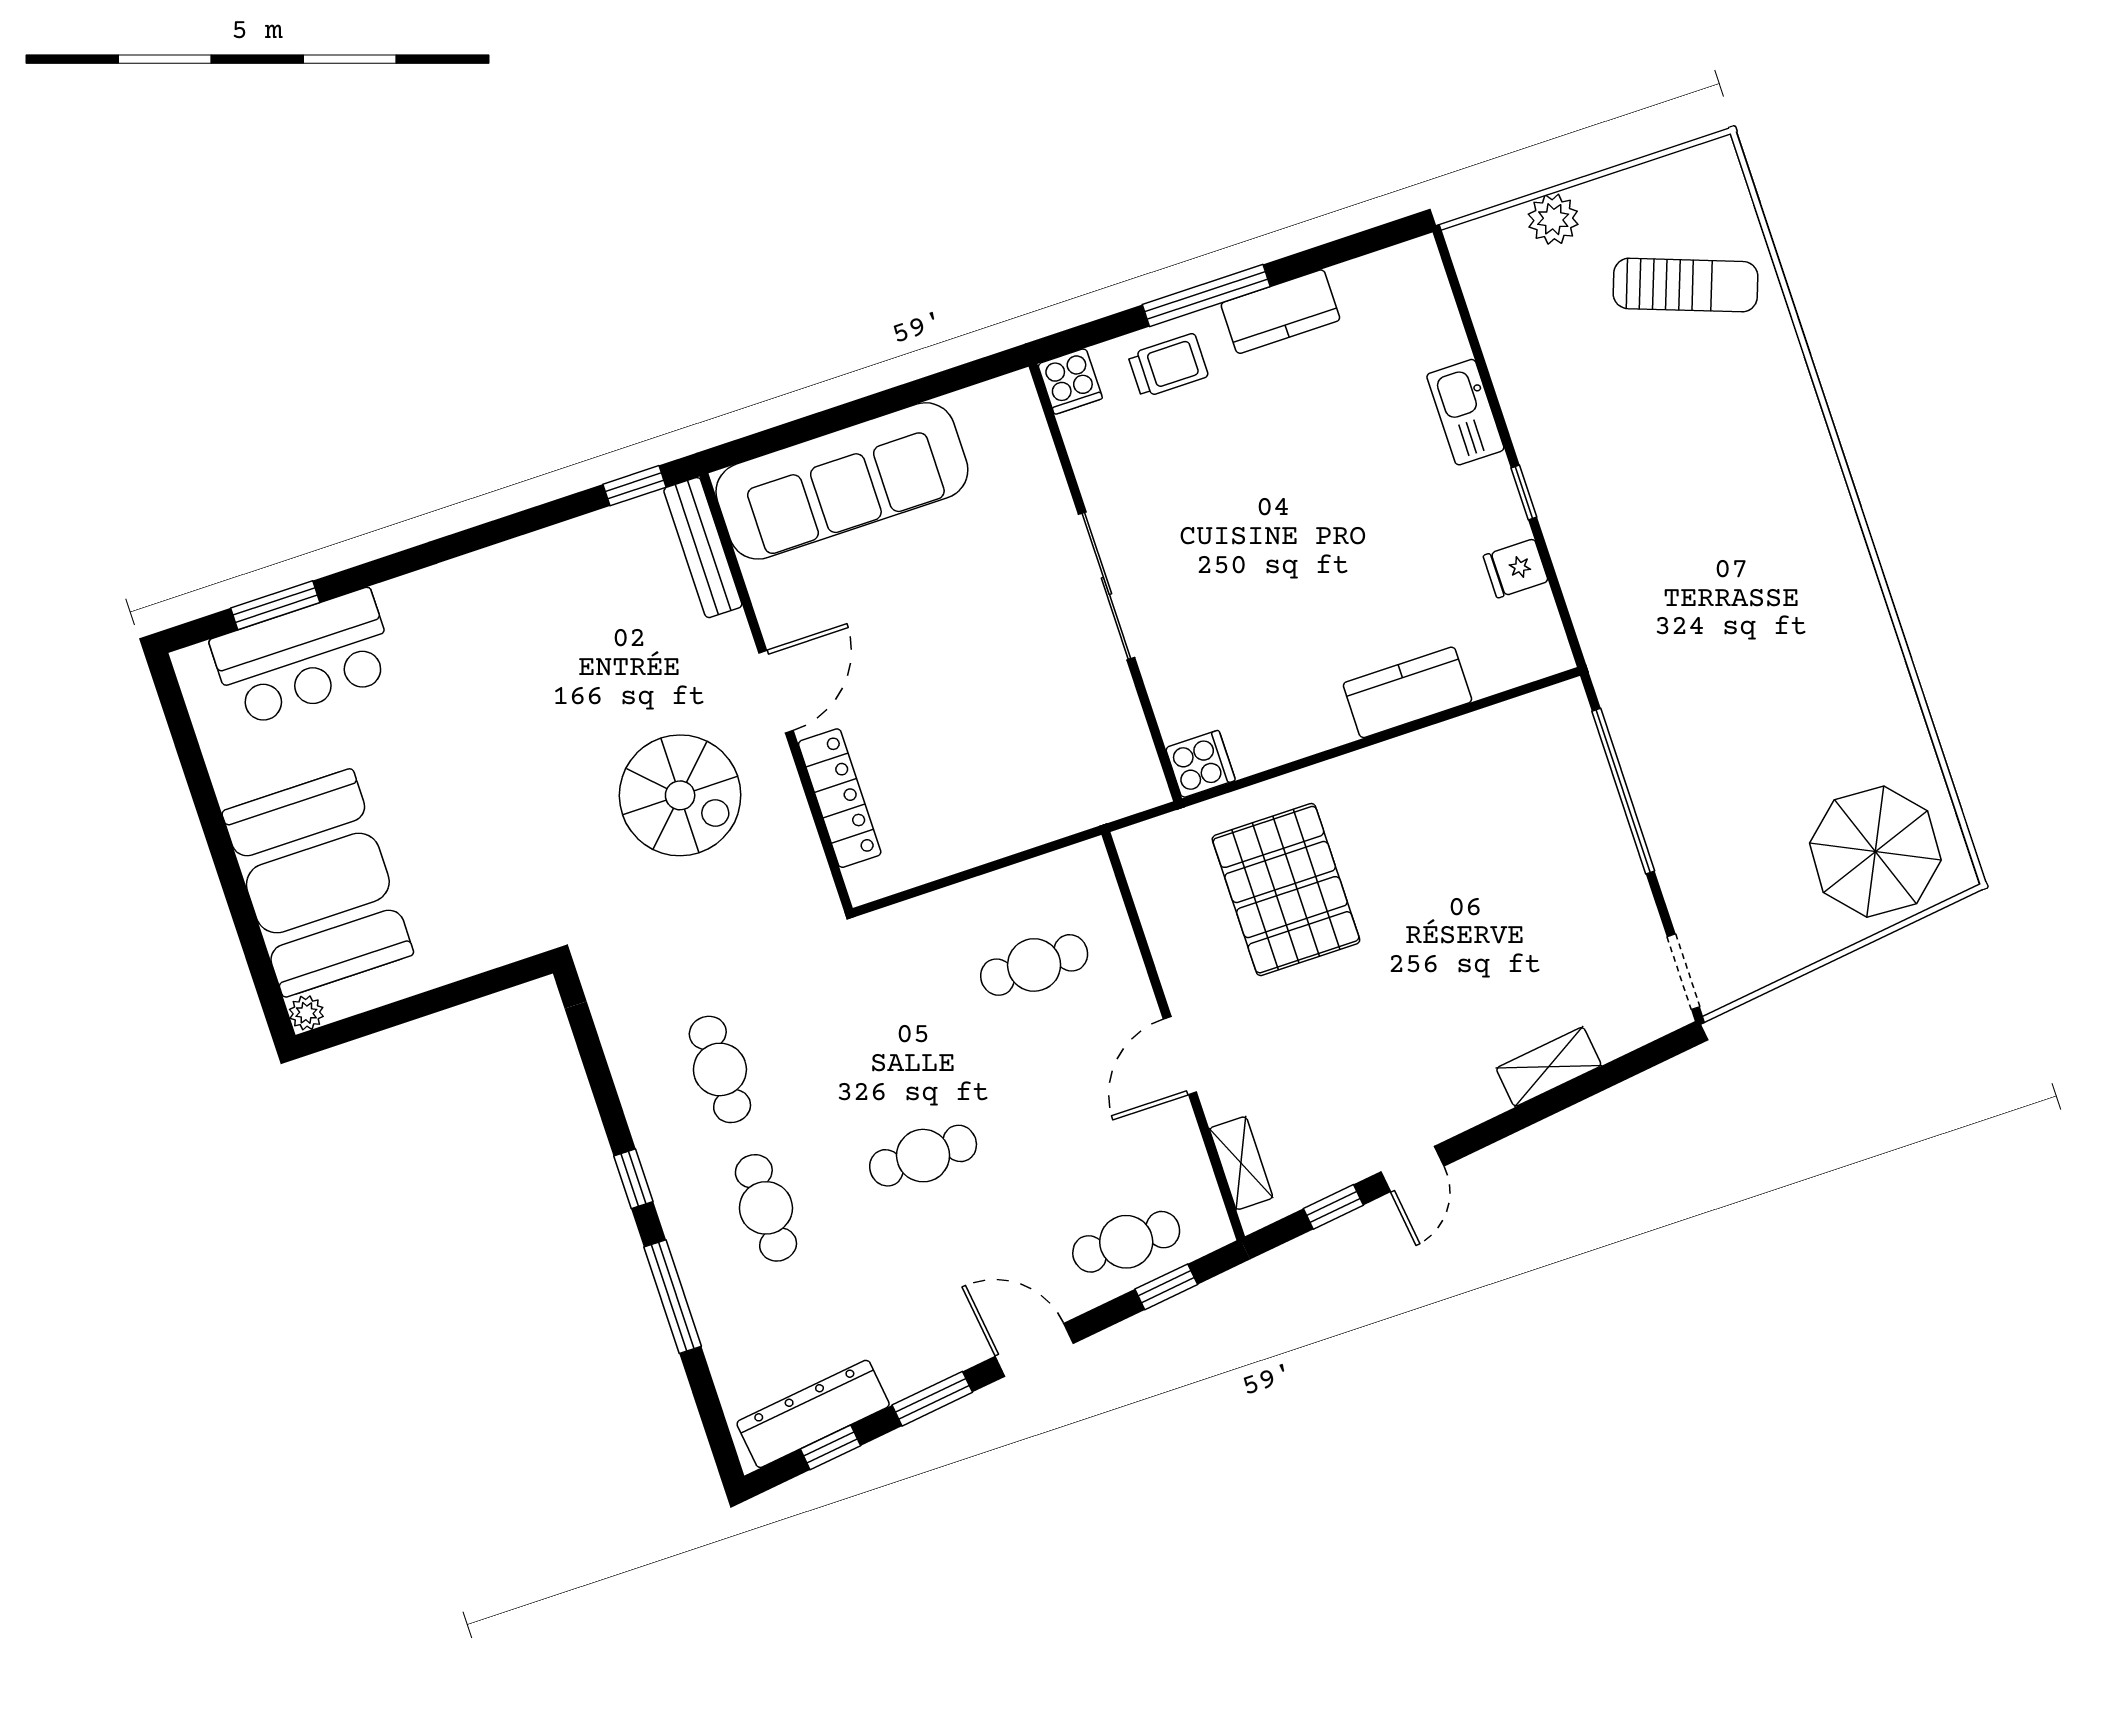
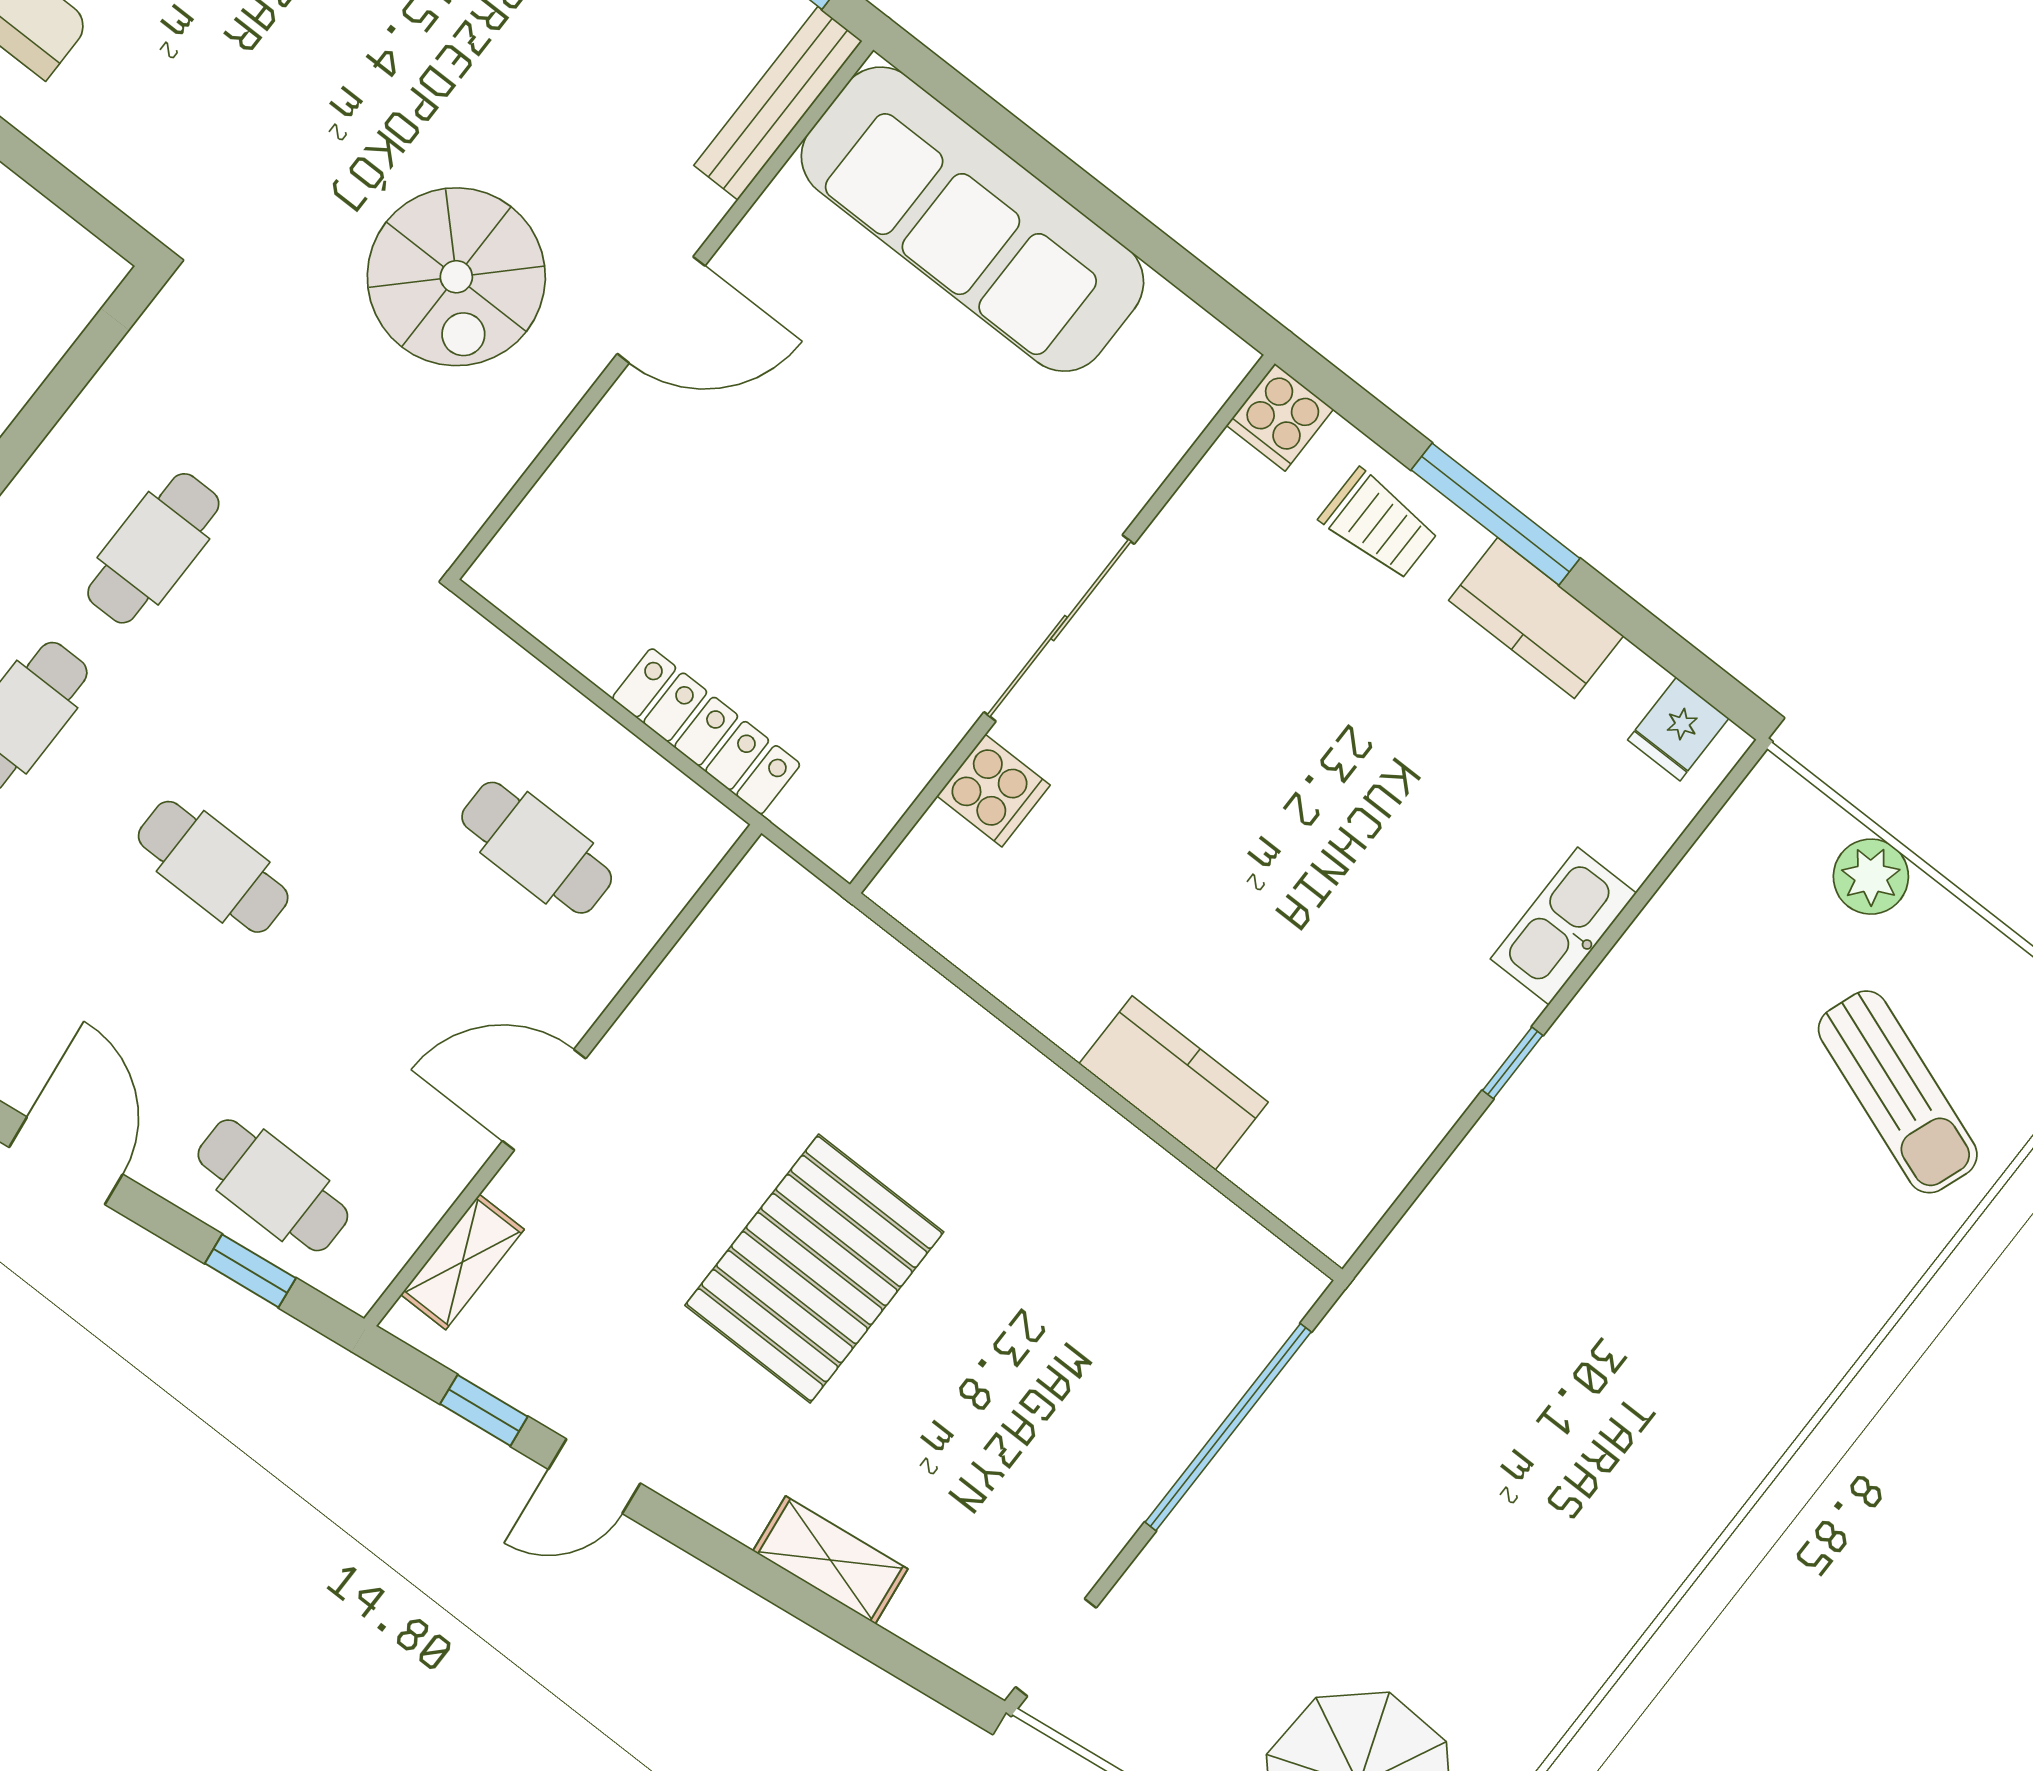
fridge: (1516, 568) -> (1678, 729), moved, turned -90
cooker: (1200, 764) -> (993, 791), moved
locker: (840, 798) -> (706, 731), moved, turned -90
pallet: (1286, 890) -> (814, 1269), moved

